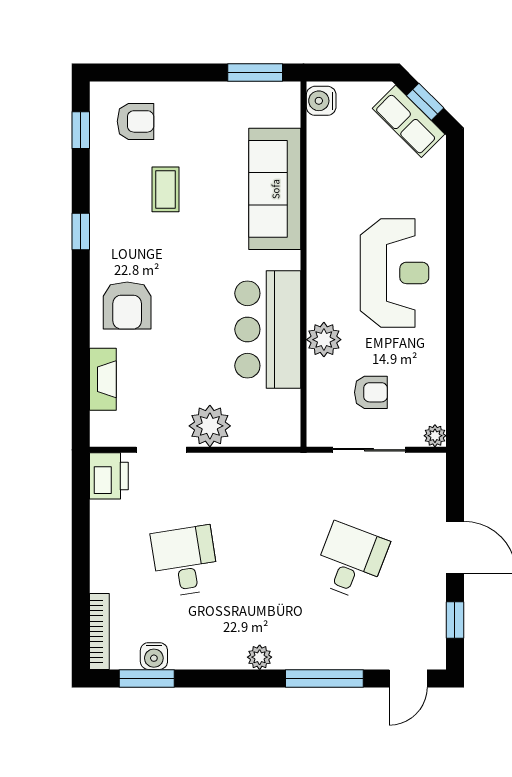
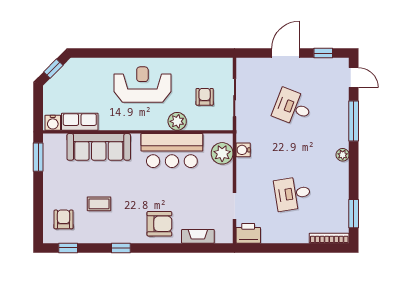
row of seats: (408, 121) -> (80, 122), moved, turned -135
plant: (210, 426) -> (222, 153), moved
plant: (435, 436) -> (227, 63), removed
water cooler: (154, 656) -> (243, 150), moved, turned 180

